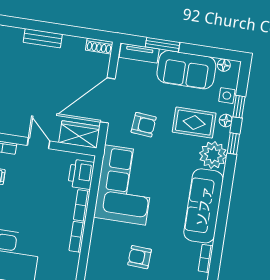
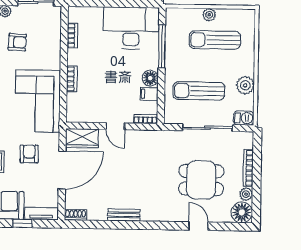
window: (162, 45) -> (23, 223), width x0.67
armchair: (144, 125) -> (29, 154), turned 85
printer: (81, 174) -> (76, 105), removed
bookcase: (77, 237) -> (72, 36), moved

